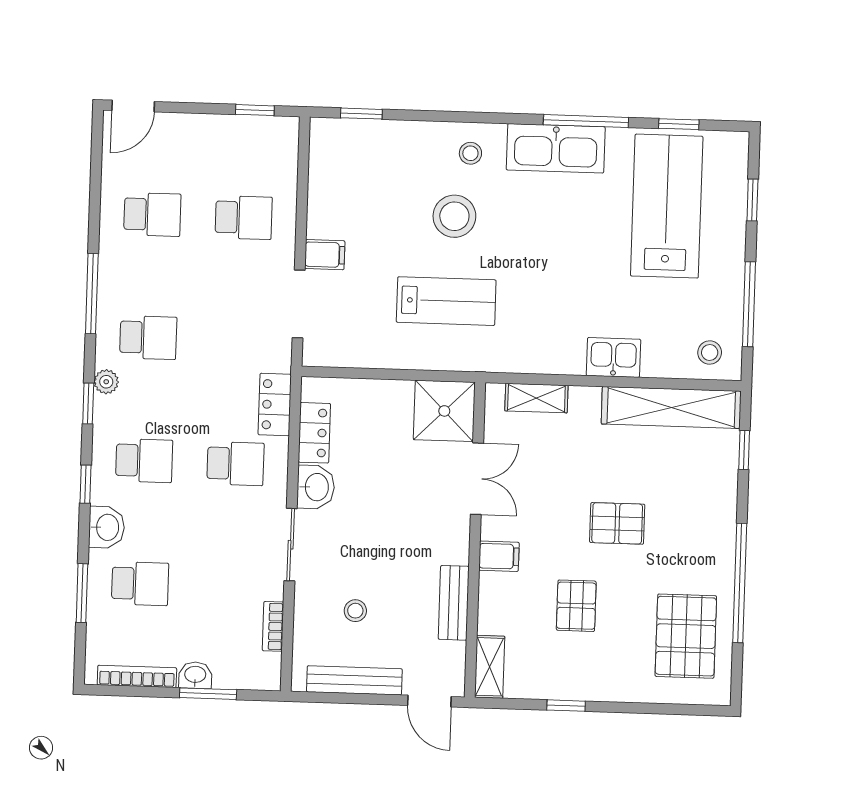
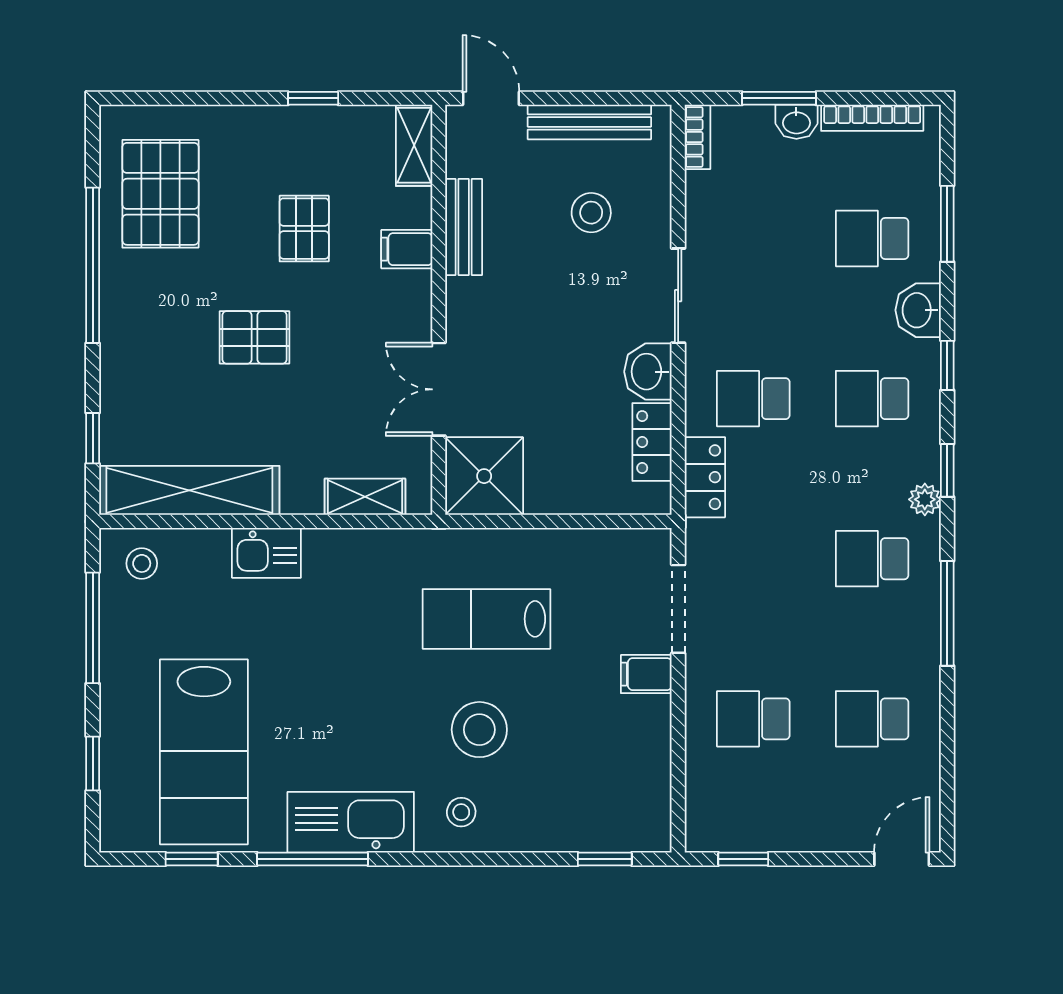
filing cabinet: (499, 556) -> (407, 249), moved
stool: (355, 611) -> (591, 213), width x1.37, depth x1.37
bookcase: (273, 626) -> (697, 137), moved

